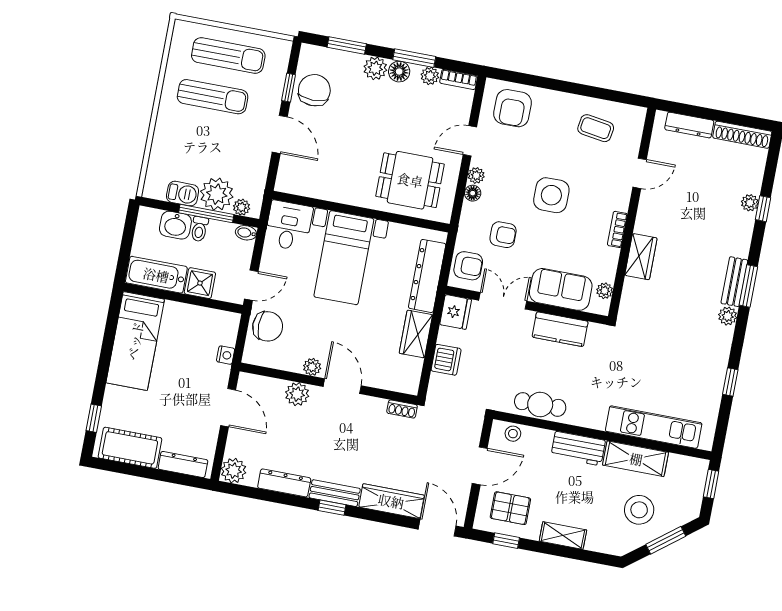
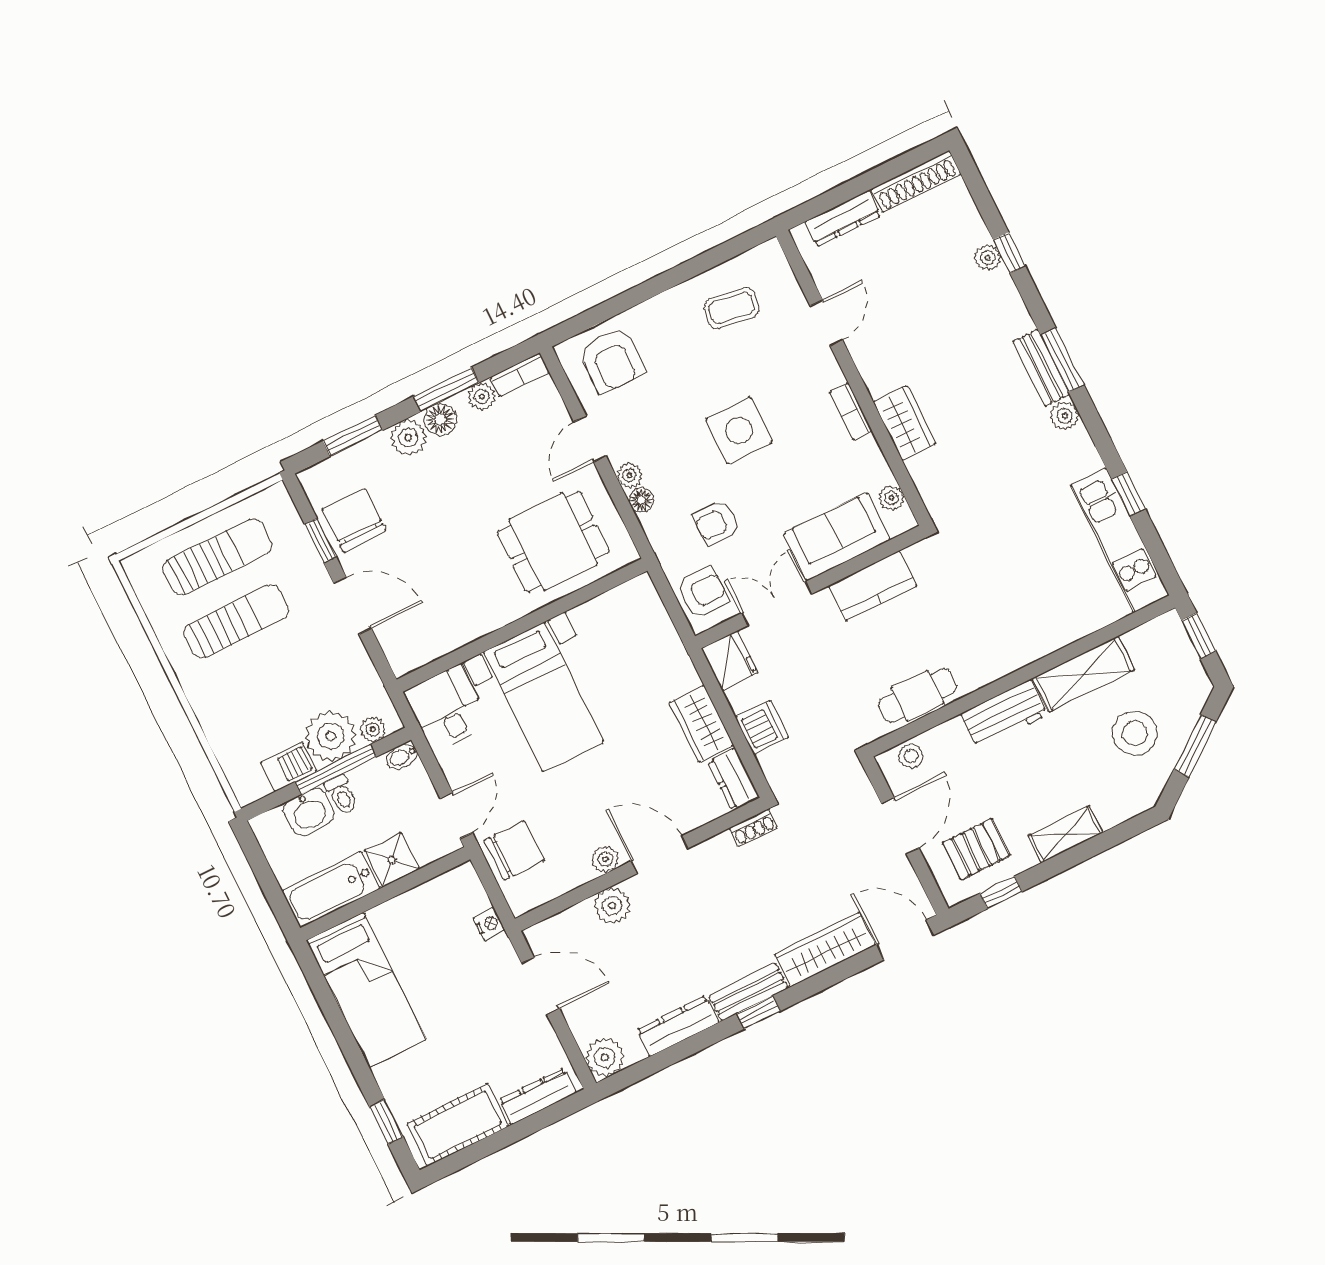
armchair: (503, 235) -> (716, 523), turned 180
dresser: (427, 276) -> (733, 779), moved, width x0.51, depth x0.80
kitchen unit: (654, 427) -> (1120, 540), moved, turned -90

